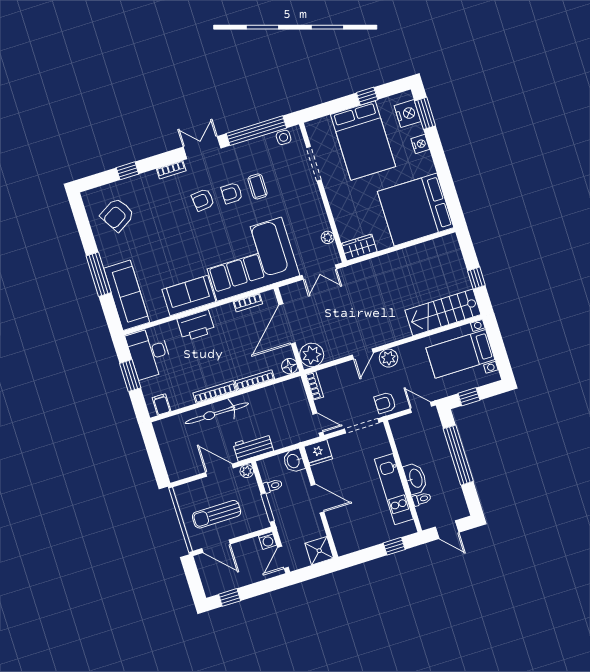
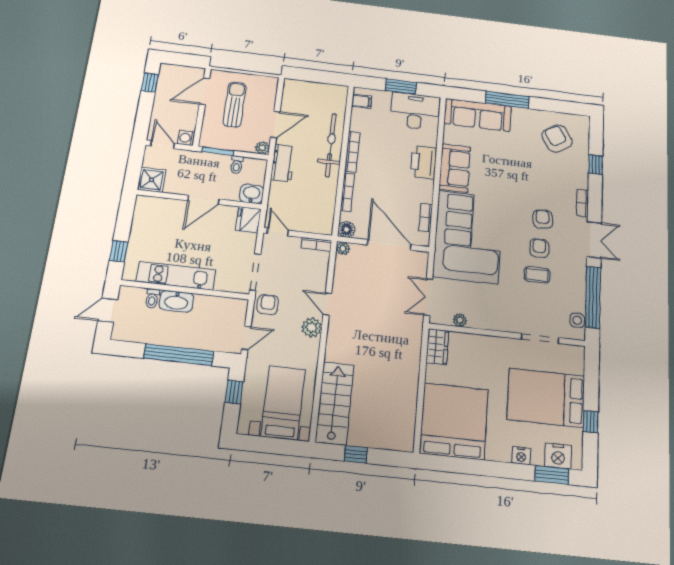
plant: (312, 355) -> (343, 248), width x0.53, depth x0.53
door: (318, 423) -> (278, 232), swing flipped

